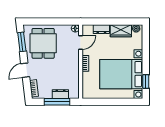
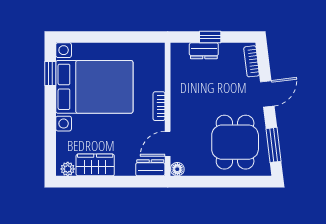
dresser: (101, 29) -> (150, 168), moved
window: (57, 102) -> (210, 37), width x0.46

